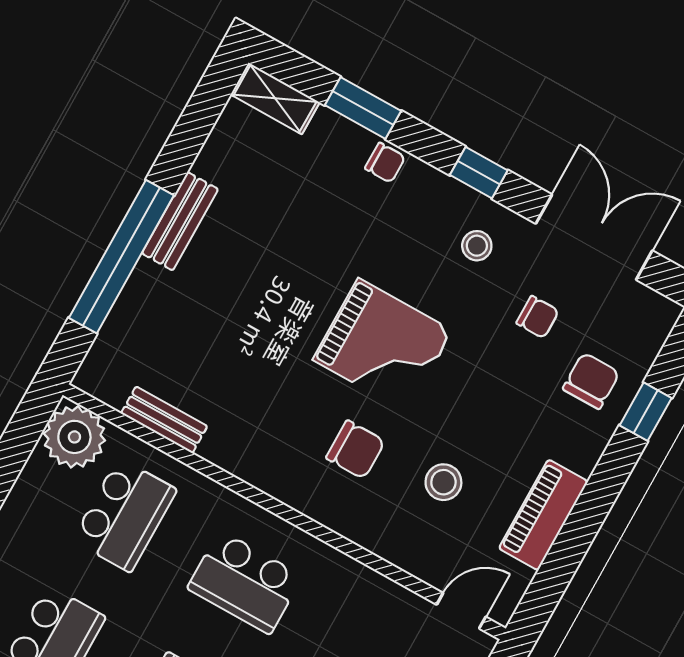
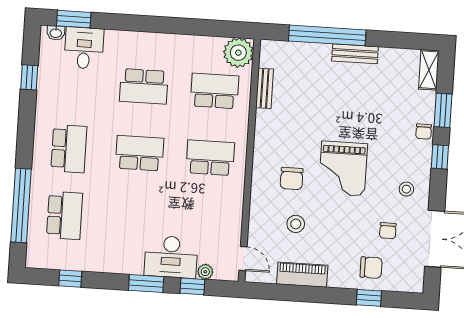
window: (479, 173) -> (440, 157), moved
school desk: (125, 515) -> (215, 91), turned 180
school desk: (245, 582) -> (210, 158), turned 90

